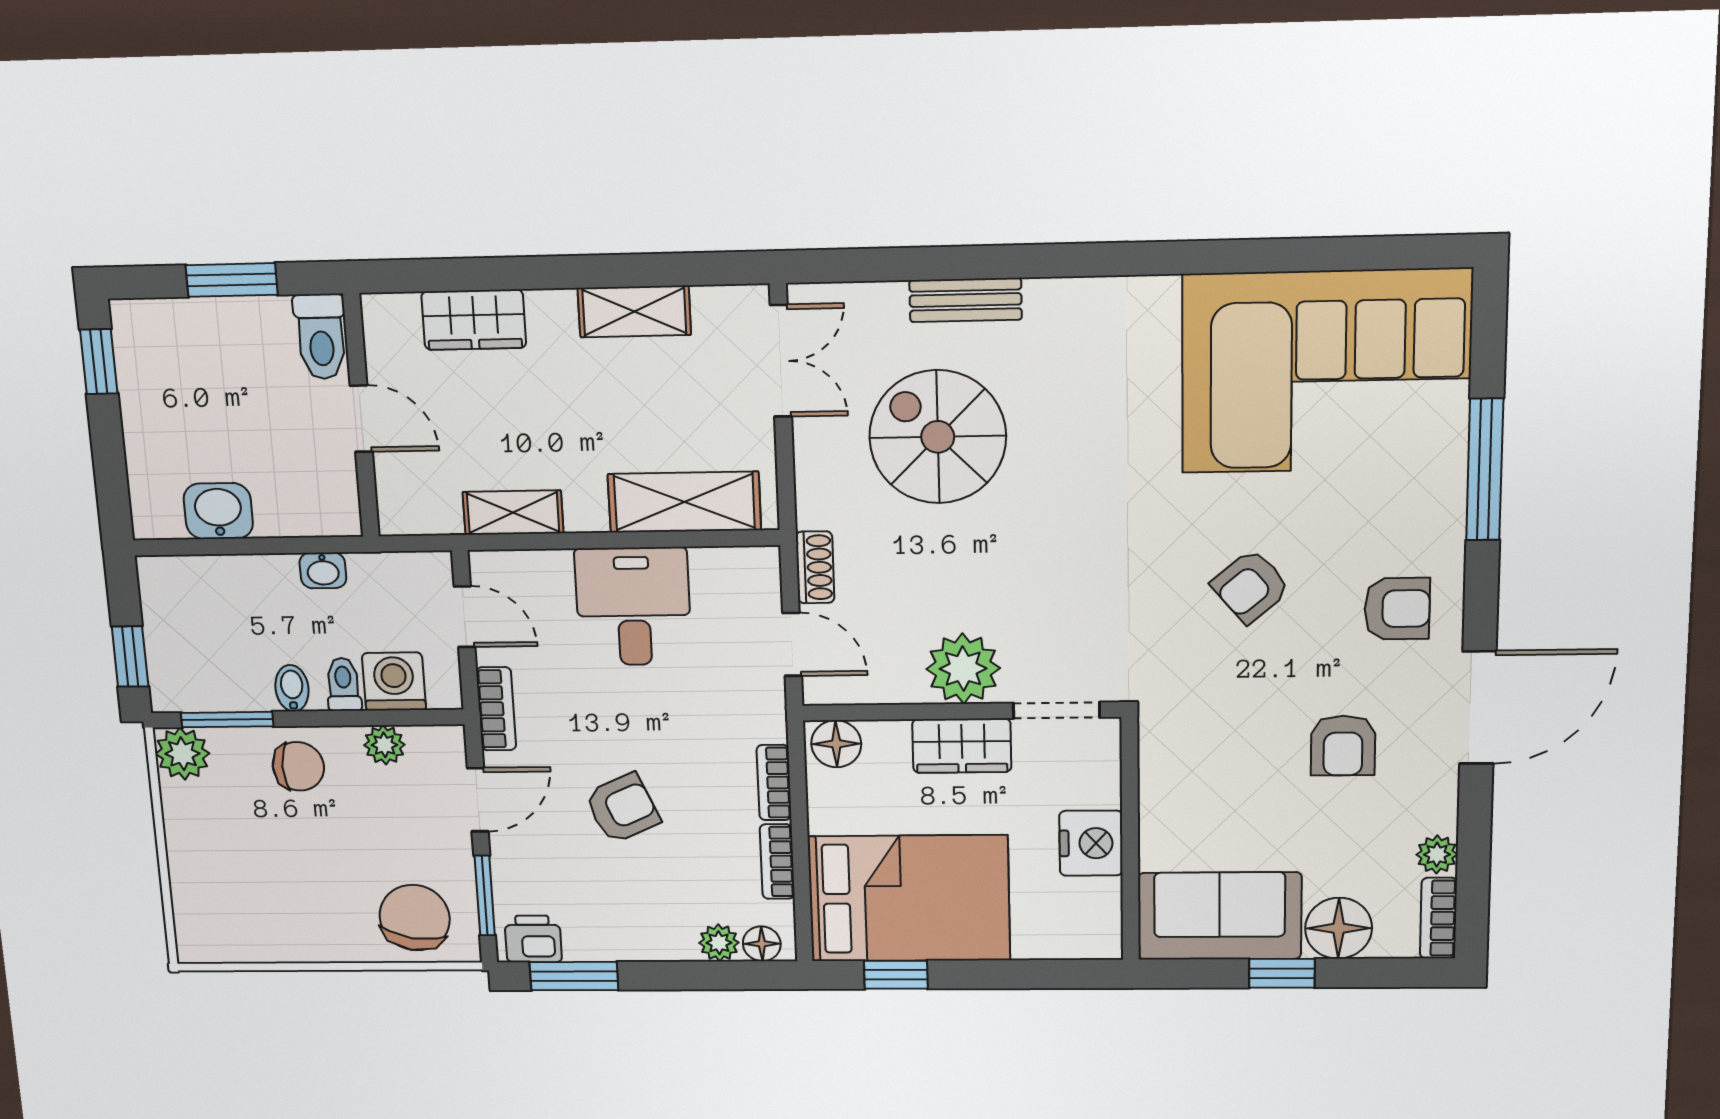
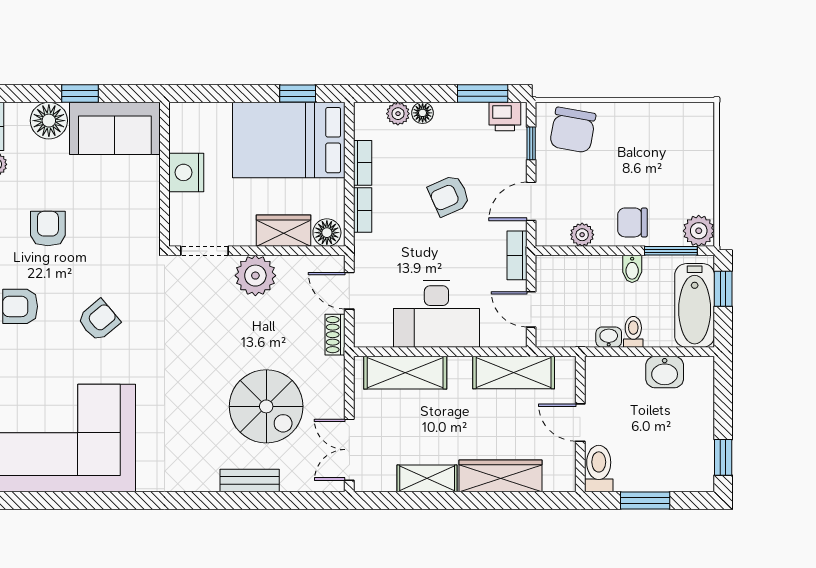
wardrobe: (474, 320) -> (501, 476), width x1.50
shelving: (513, 513) -> (514, 372), width x1.50, depth x1.33
desk: (633, 606) -> (436, 314), width x1.37
bathtub: (177, 627) -> (695, 305), added
washing machine: (394, 681) -> (574, 272), removed
toilet: (343, 684) -> (633, 332), moved, turned 180
wardrobe: (962, 746) -> (284, 231), moved
window: (485, 896) -> (531, 143), width x0.67
floor lamp: (762, 944) -> (423, 113), moved

